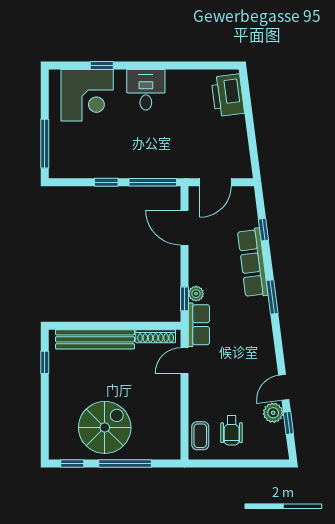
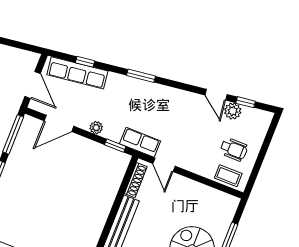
row of seats: (253, 263) -> (77, 73), moved
plant: (196, 294) -> (96, 128), moved

